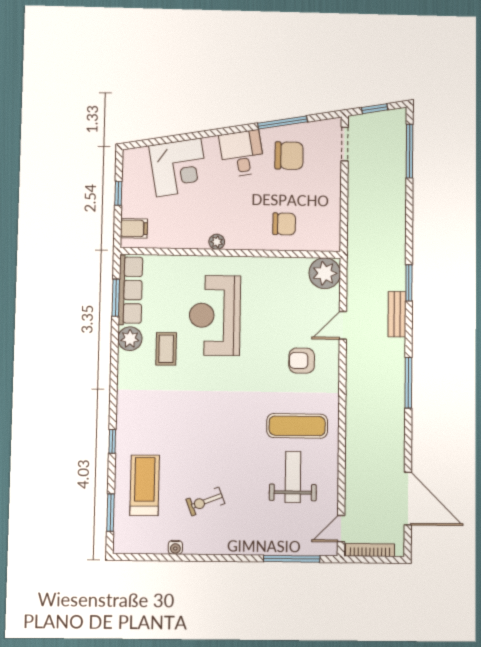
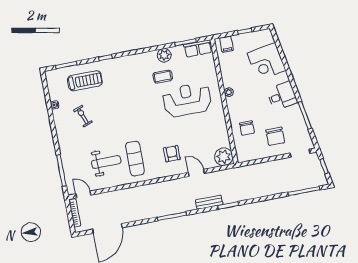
chair: (289, 156) -> (275, 136), moved
row of seats: (130, 290) -> (198, 48), width x0.68

